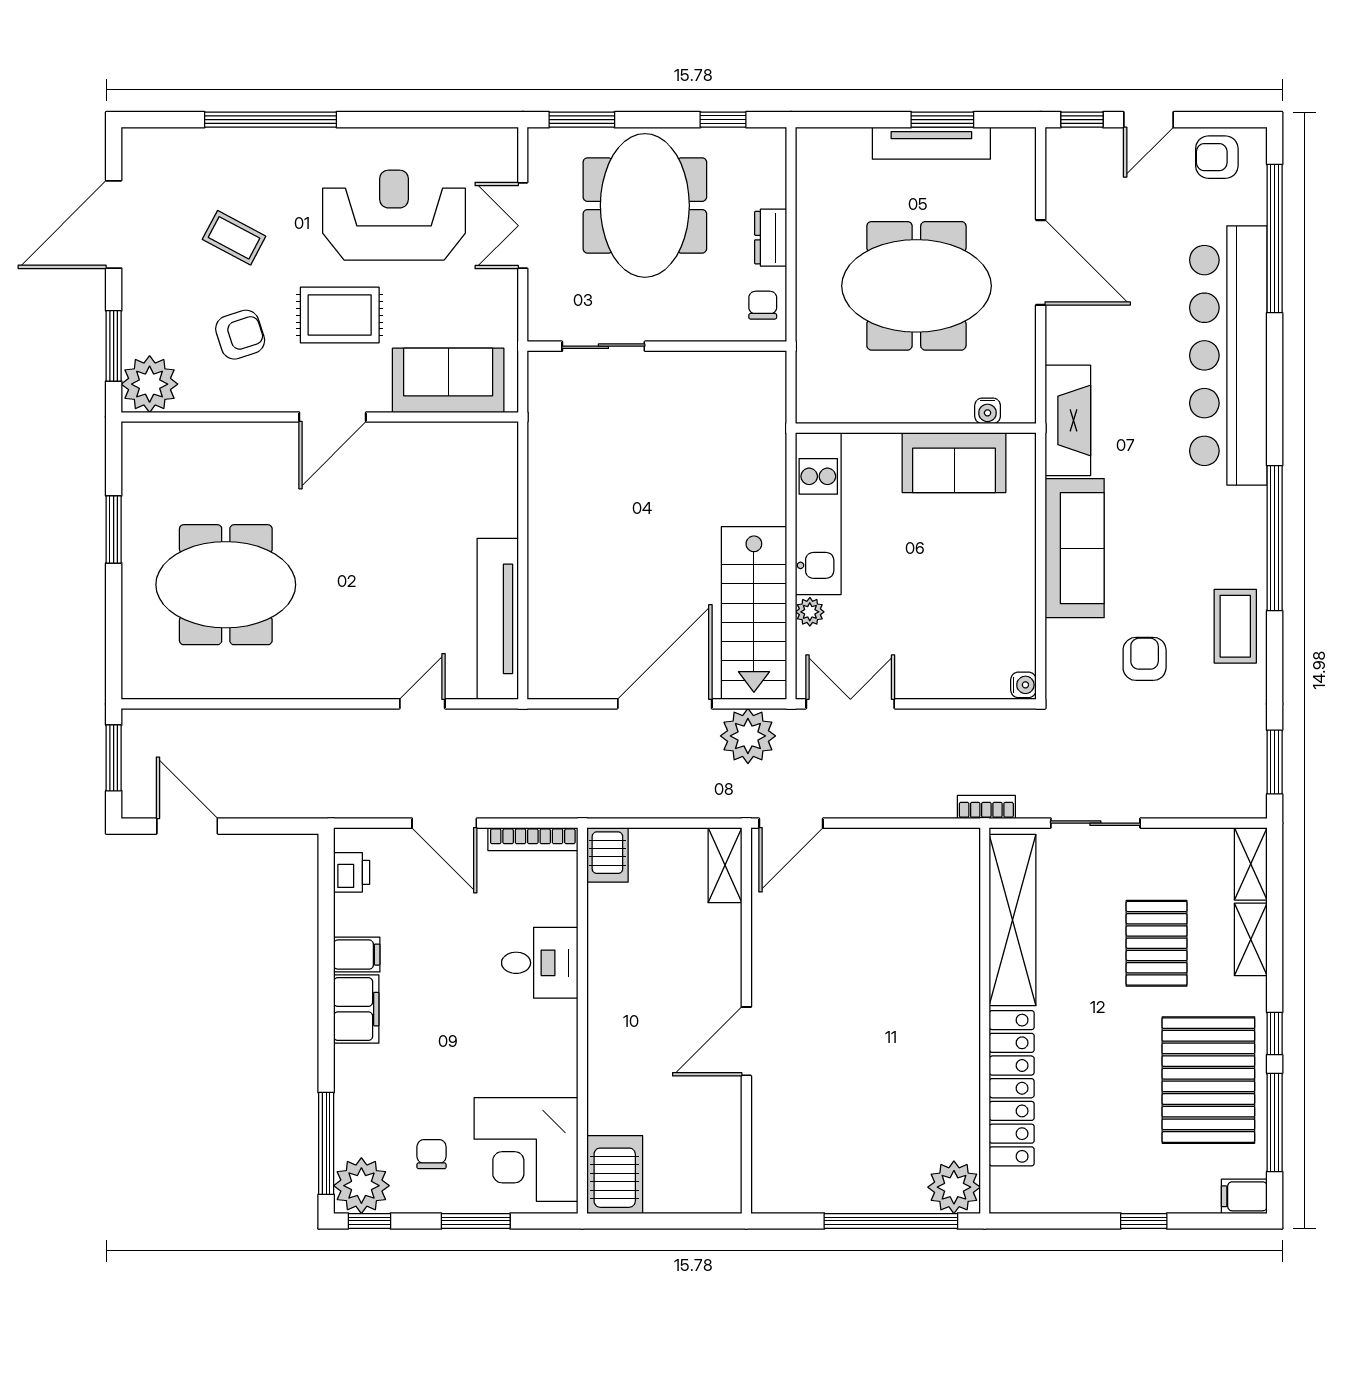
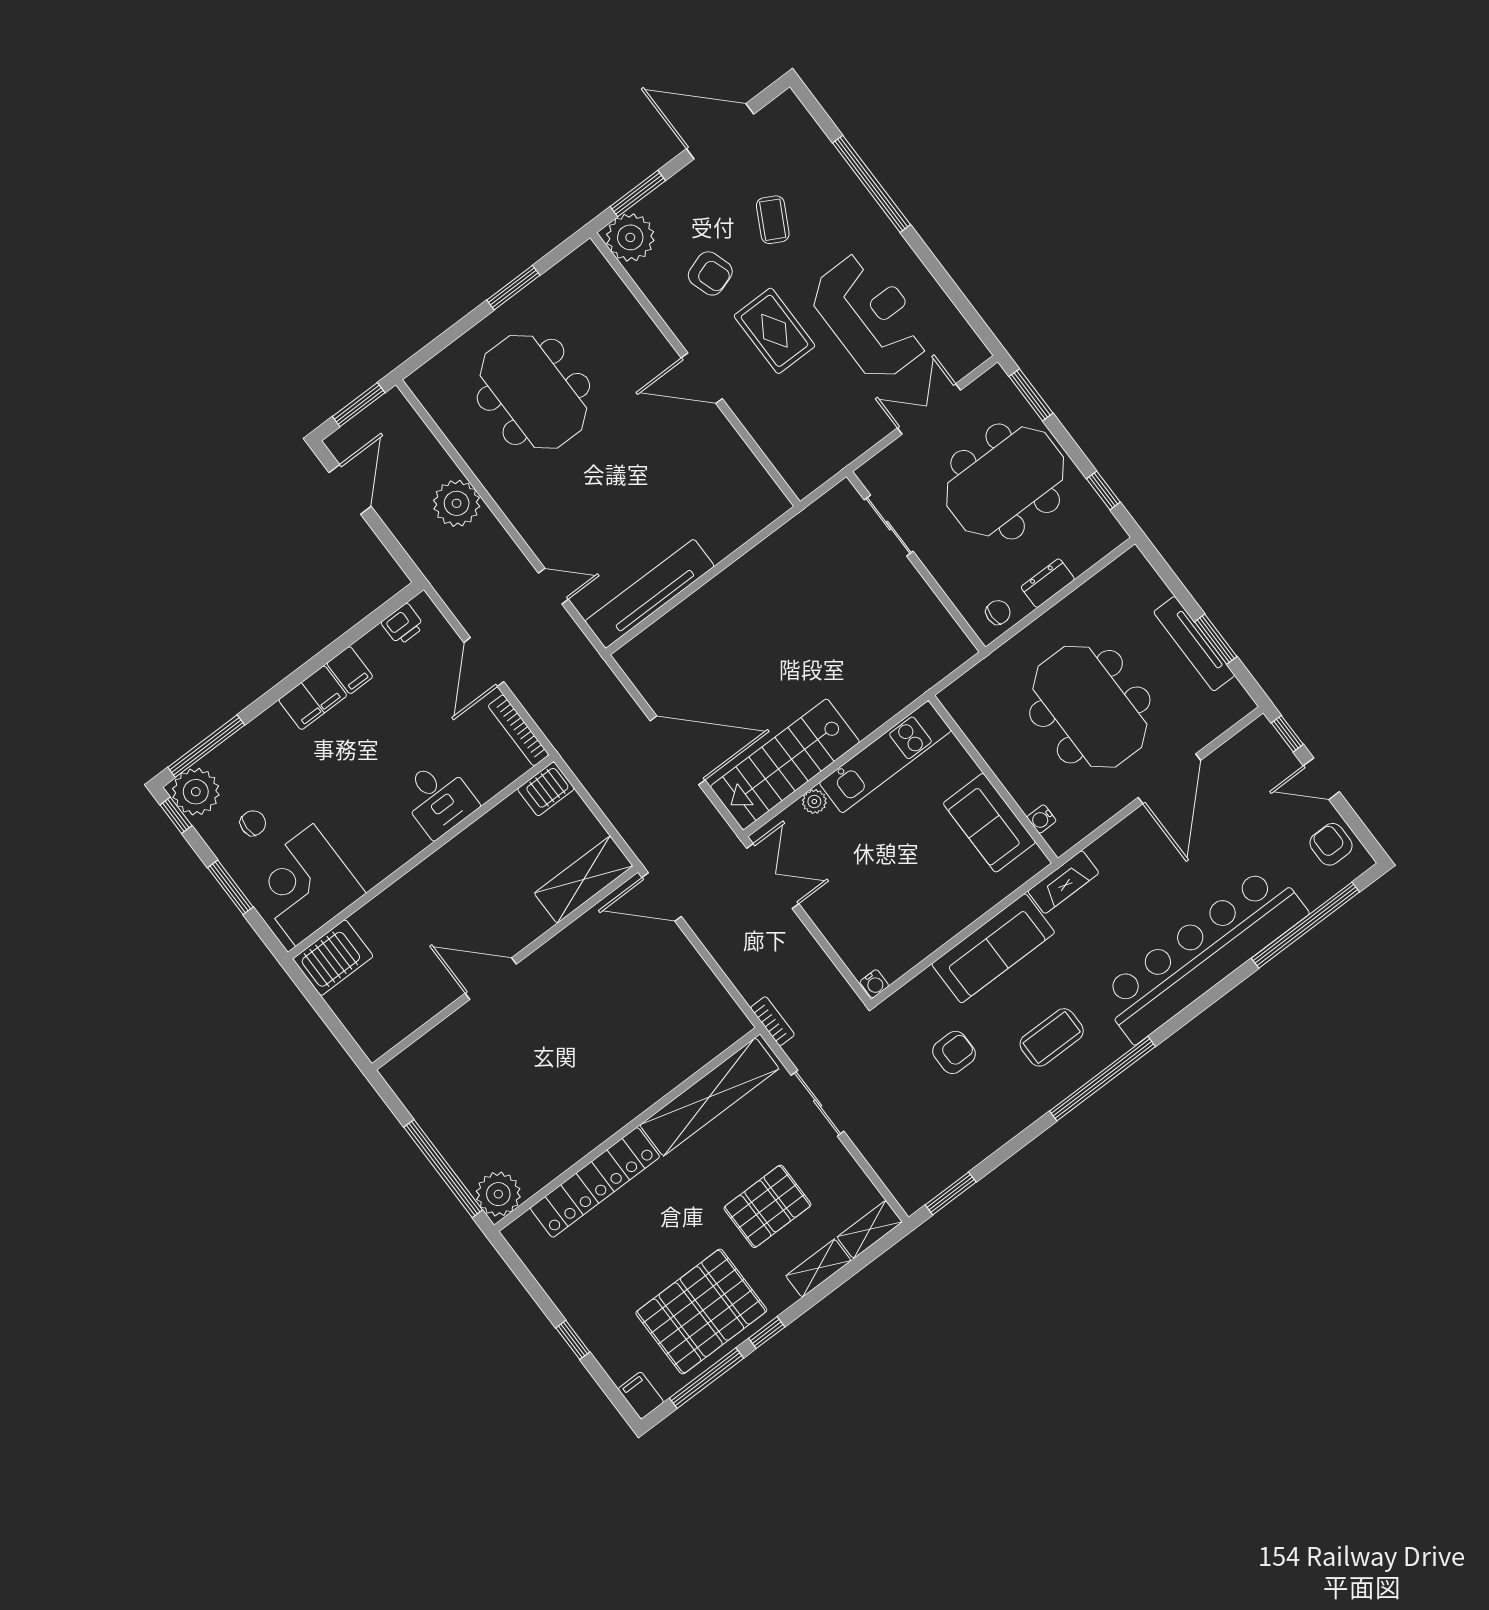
sofa: (448, 380) -> (786, 438), removed
fireplace: (1068, 420) -> (1063, 882), width x0.73, depth x0.76
coffee table: (1235, 626) -> (1052, 1037), moved
plant: (748, 736) -> (457, 503), moved
shelving: (725, 865) -> (584, 880), width x1.50, depth x1.33

